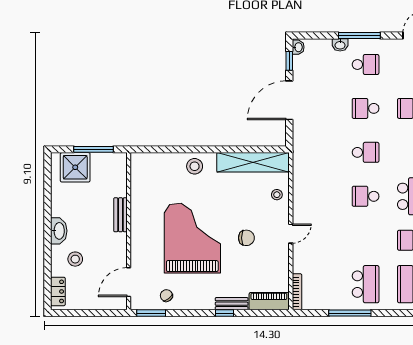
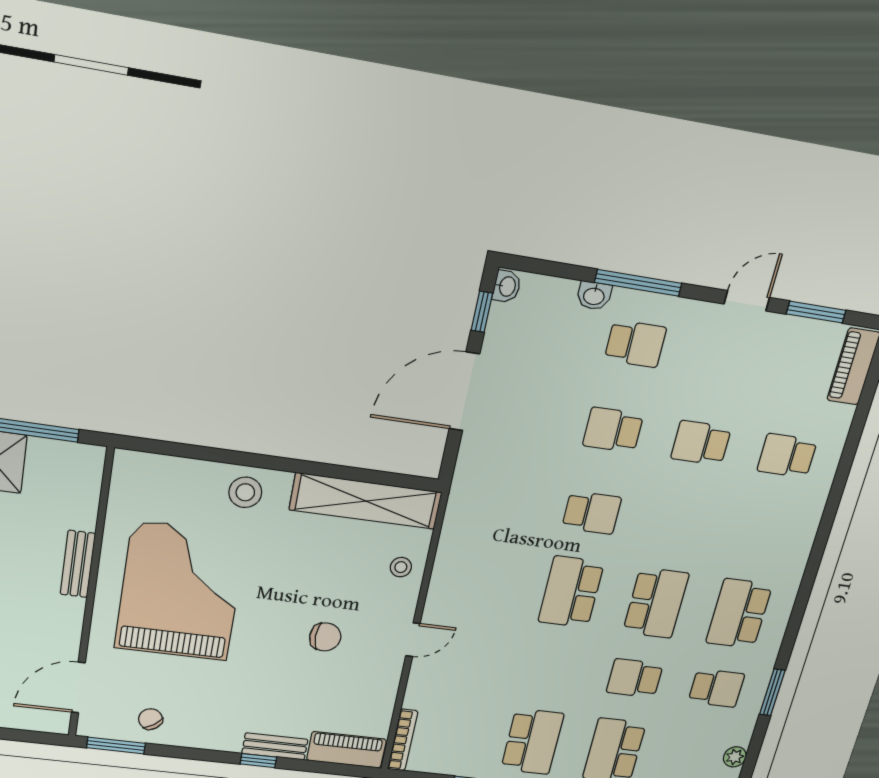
school desk: (366, 196) -> (571, 592), width x1.85
grand piano: (192, 238) -> (180, 591), moved

